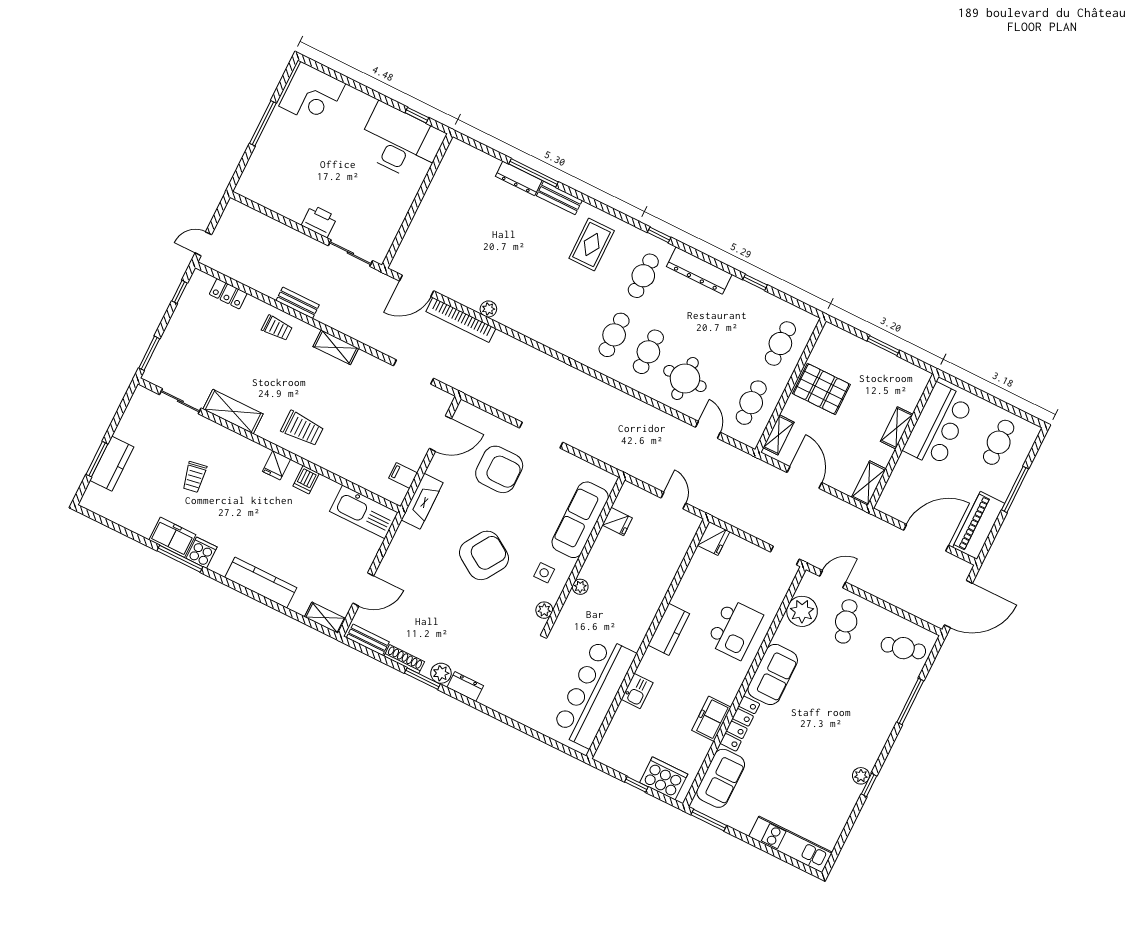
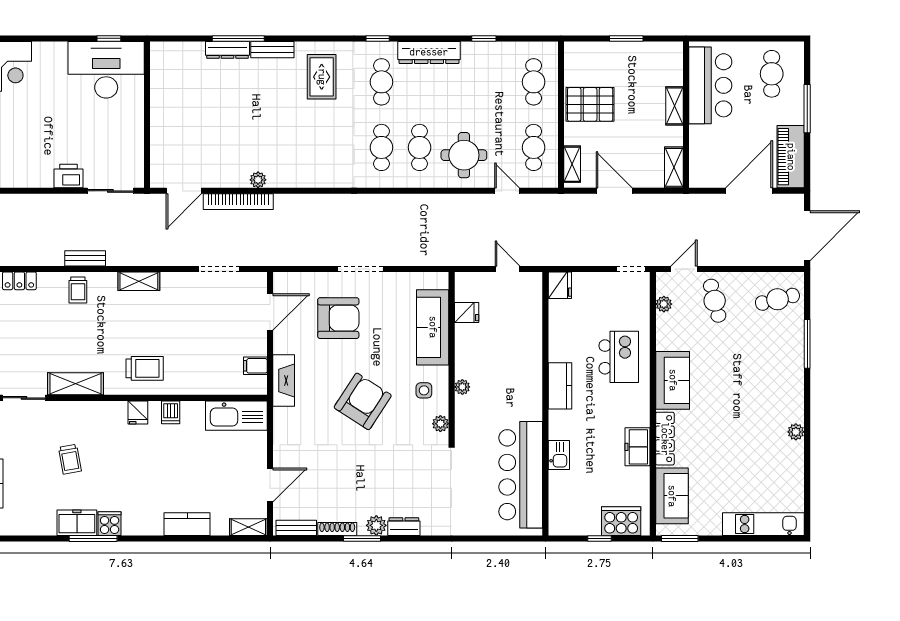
trolley: (277, 328) -> (78, 290), turned 90
kitchen counter: (261, 583) -> (187, 524), width x0.67
plant: (802, 611) -> (664, 304), width x0.53, depth x0.53
window: (869, 785) -> (807, 436), removed

